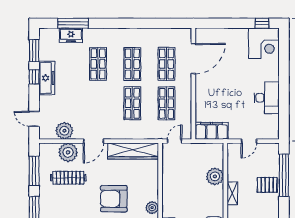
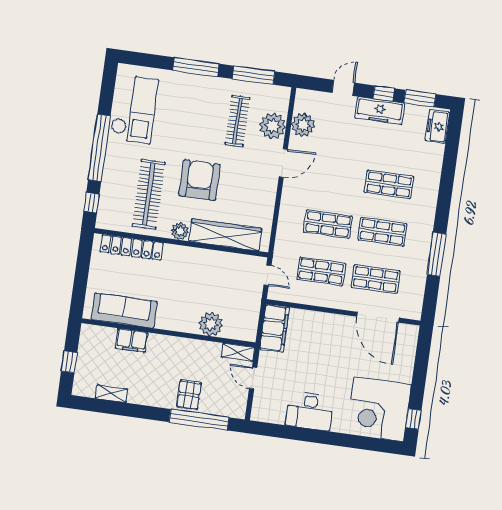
window: (73, 23) -> (437, 254), moved
freezer: (71, 35) -> (437, 127), moved
corner desk: (264, 43) -> (379, 409), width x1.36, depth x1.36
door: (34, 119) -> (343, 88), moved
door: (93, 141) -> (283, 163), swing flipped
wardrobe: (133, 151) -> (225, 235), moved, turned 90
shelving: (232, 193) -> (238, 352), moved

